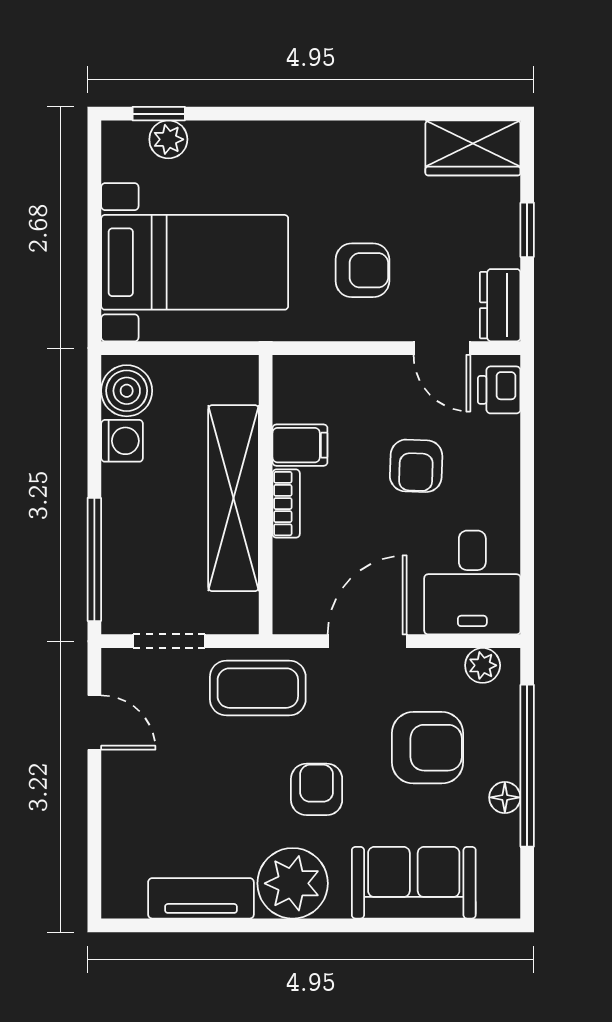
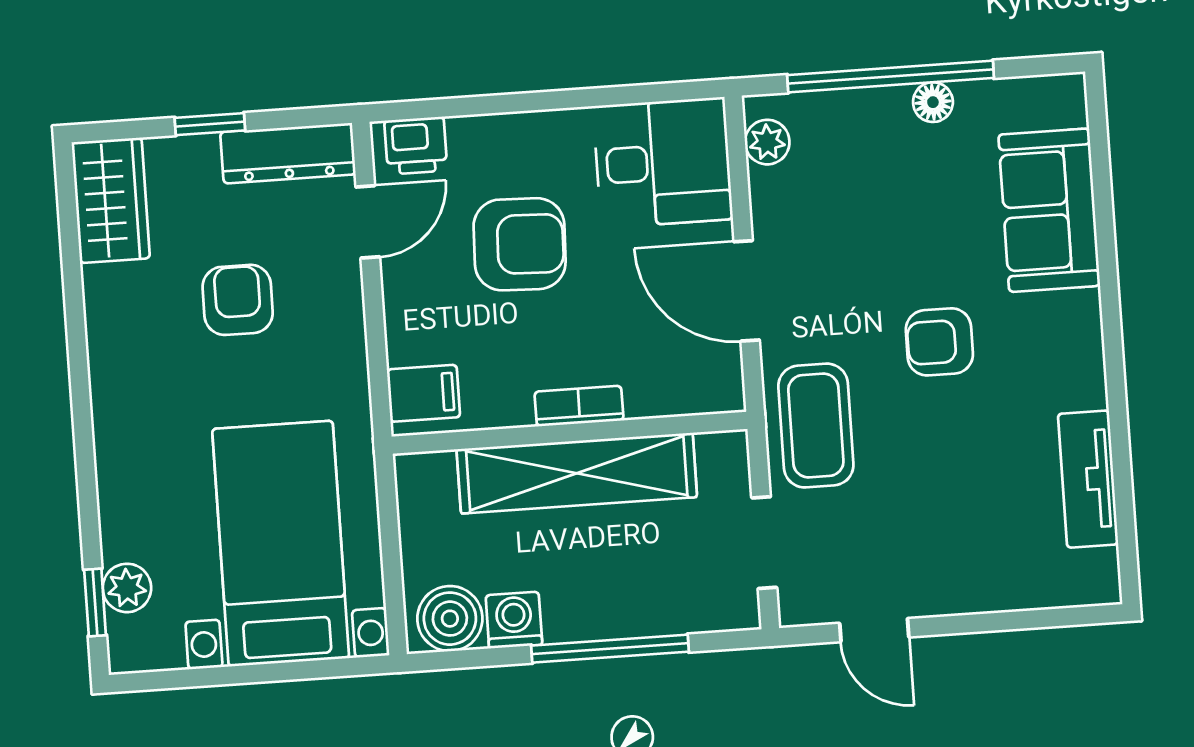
armchair: (362, 270) -> (238, 300), moved
dresser: (500, 305) -> (288, 153), width x1.44
filing cabinet: (300, 445) -> (423, 393), moved, turned 90
armchair: (416, 466) -> (520, 244), width x1.38, depth x1.38
window: (94, 559) -> (610, 649), moved
door: (94, 723) -> (874, 630), swing flipped
armchair: (427, 748) -> (877, 205), removed
plant: (293, 883) -> (1061, 364), removed

